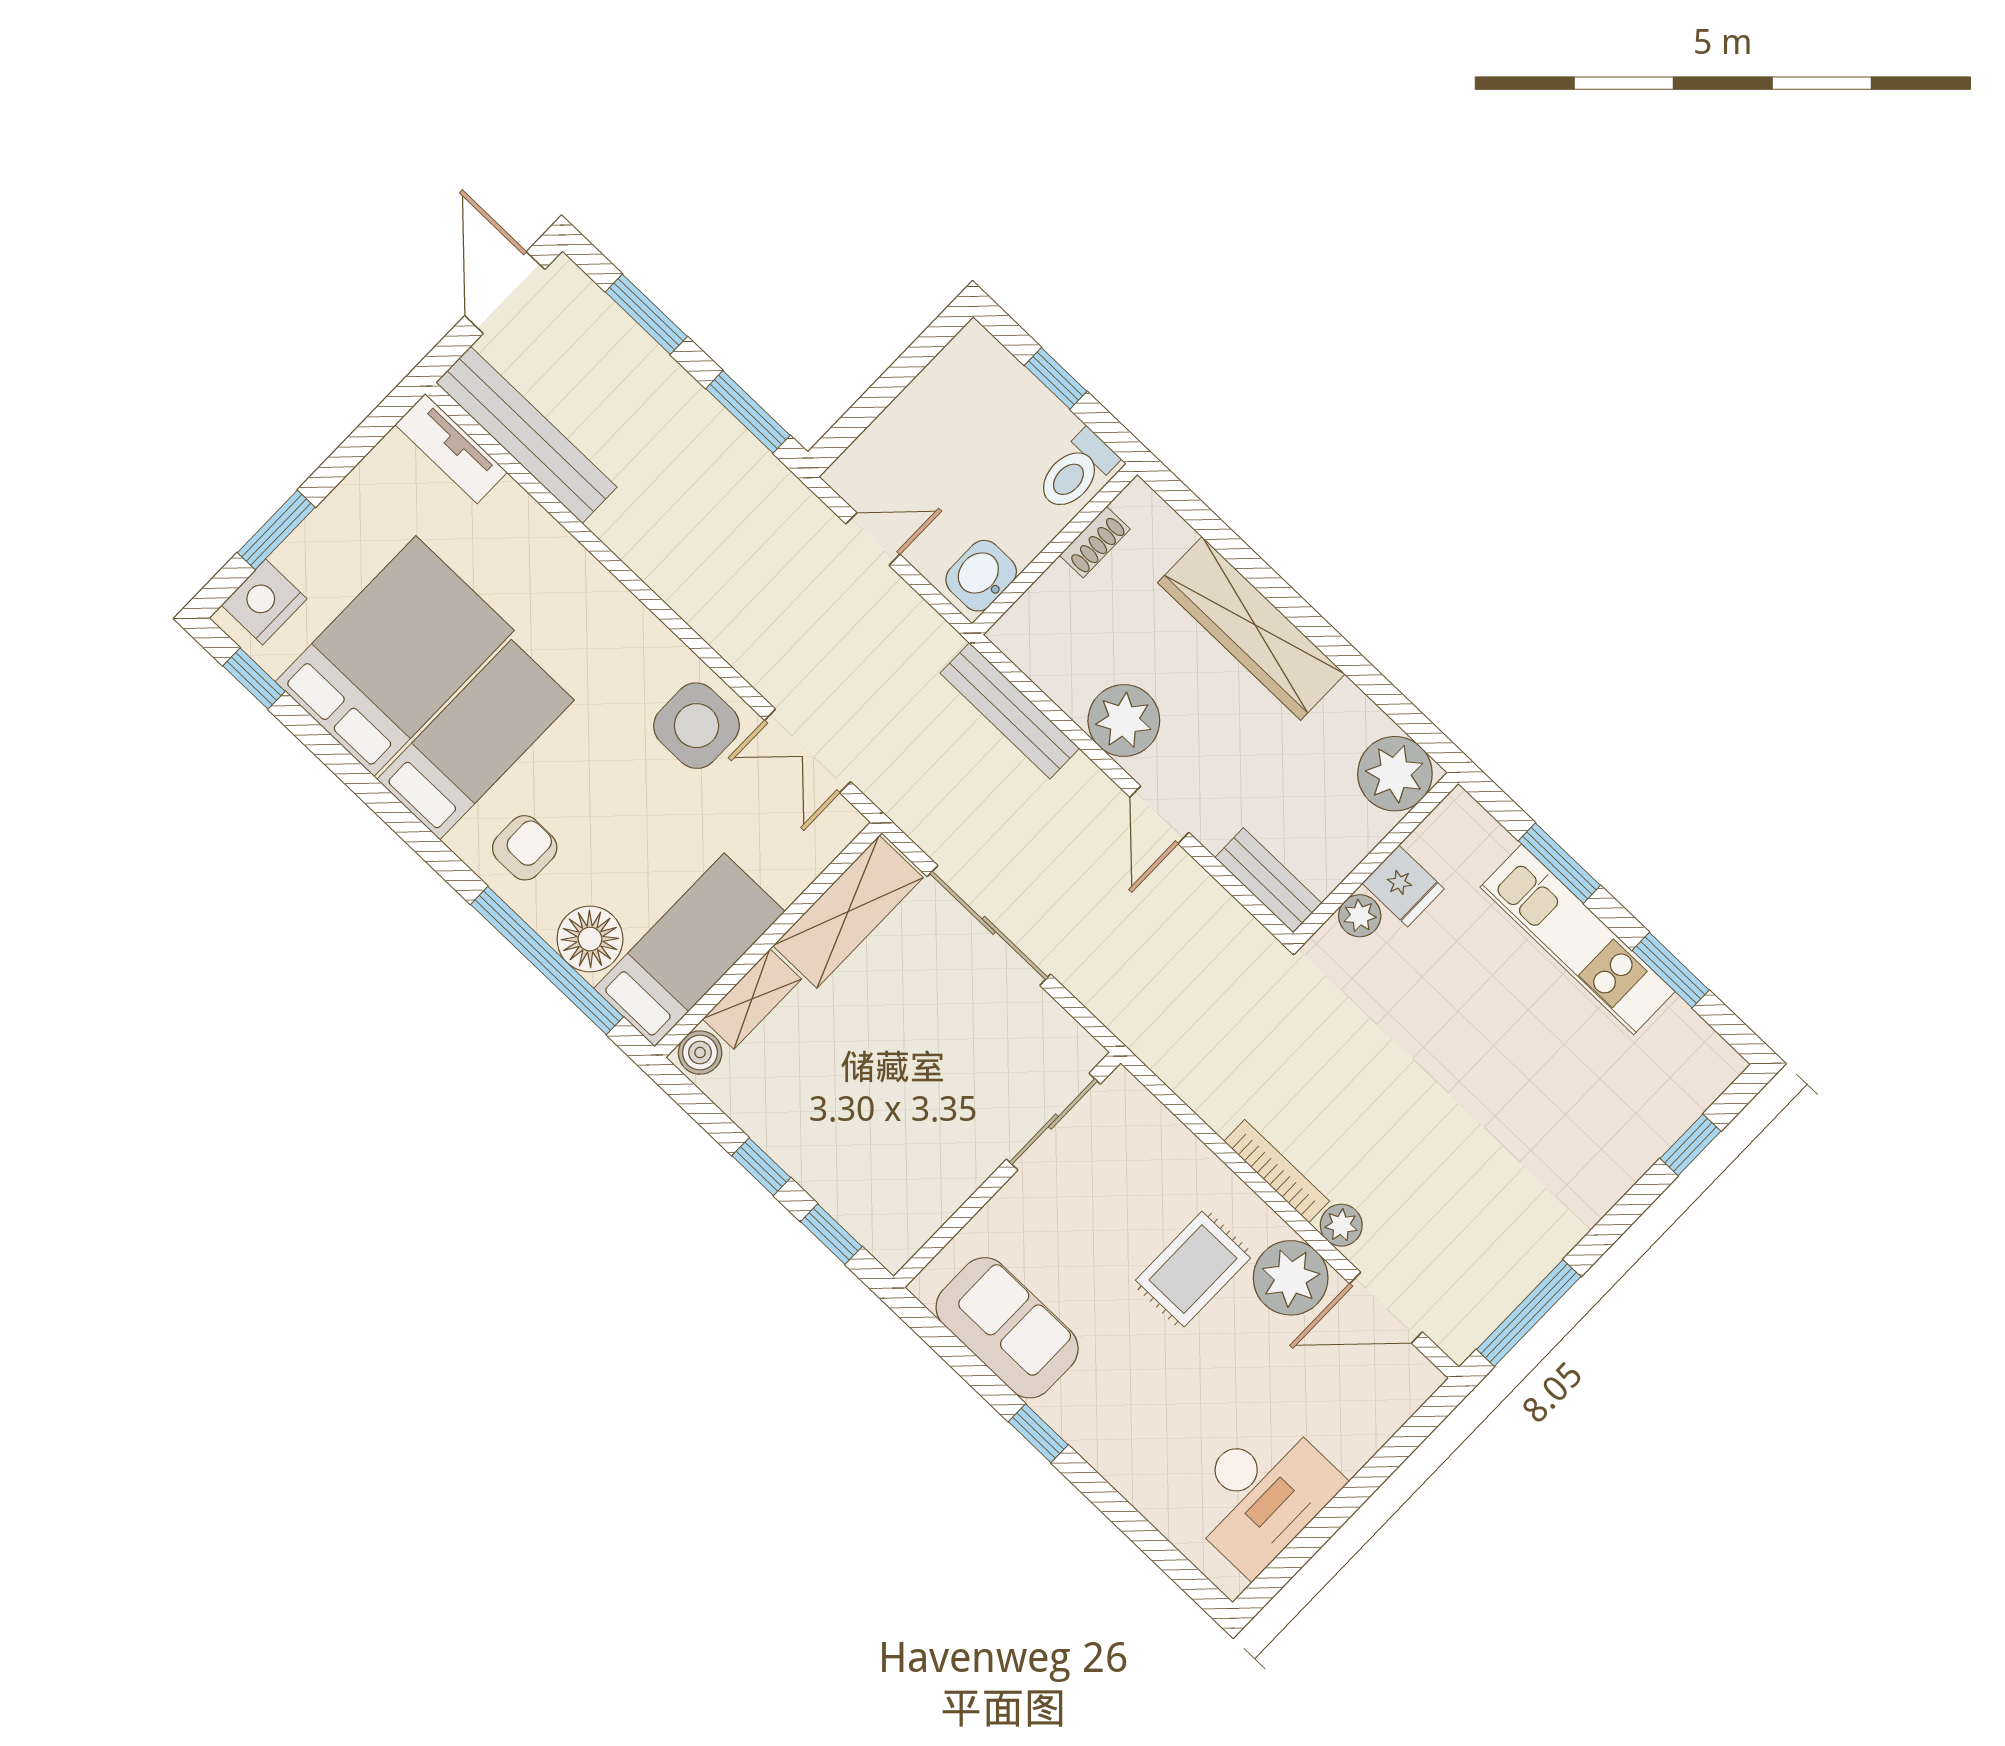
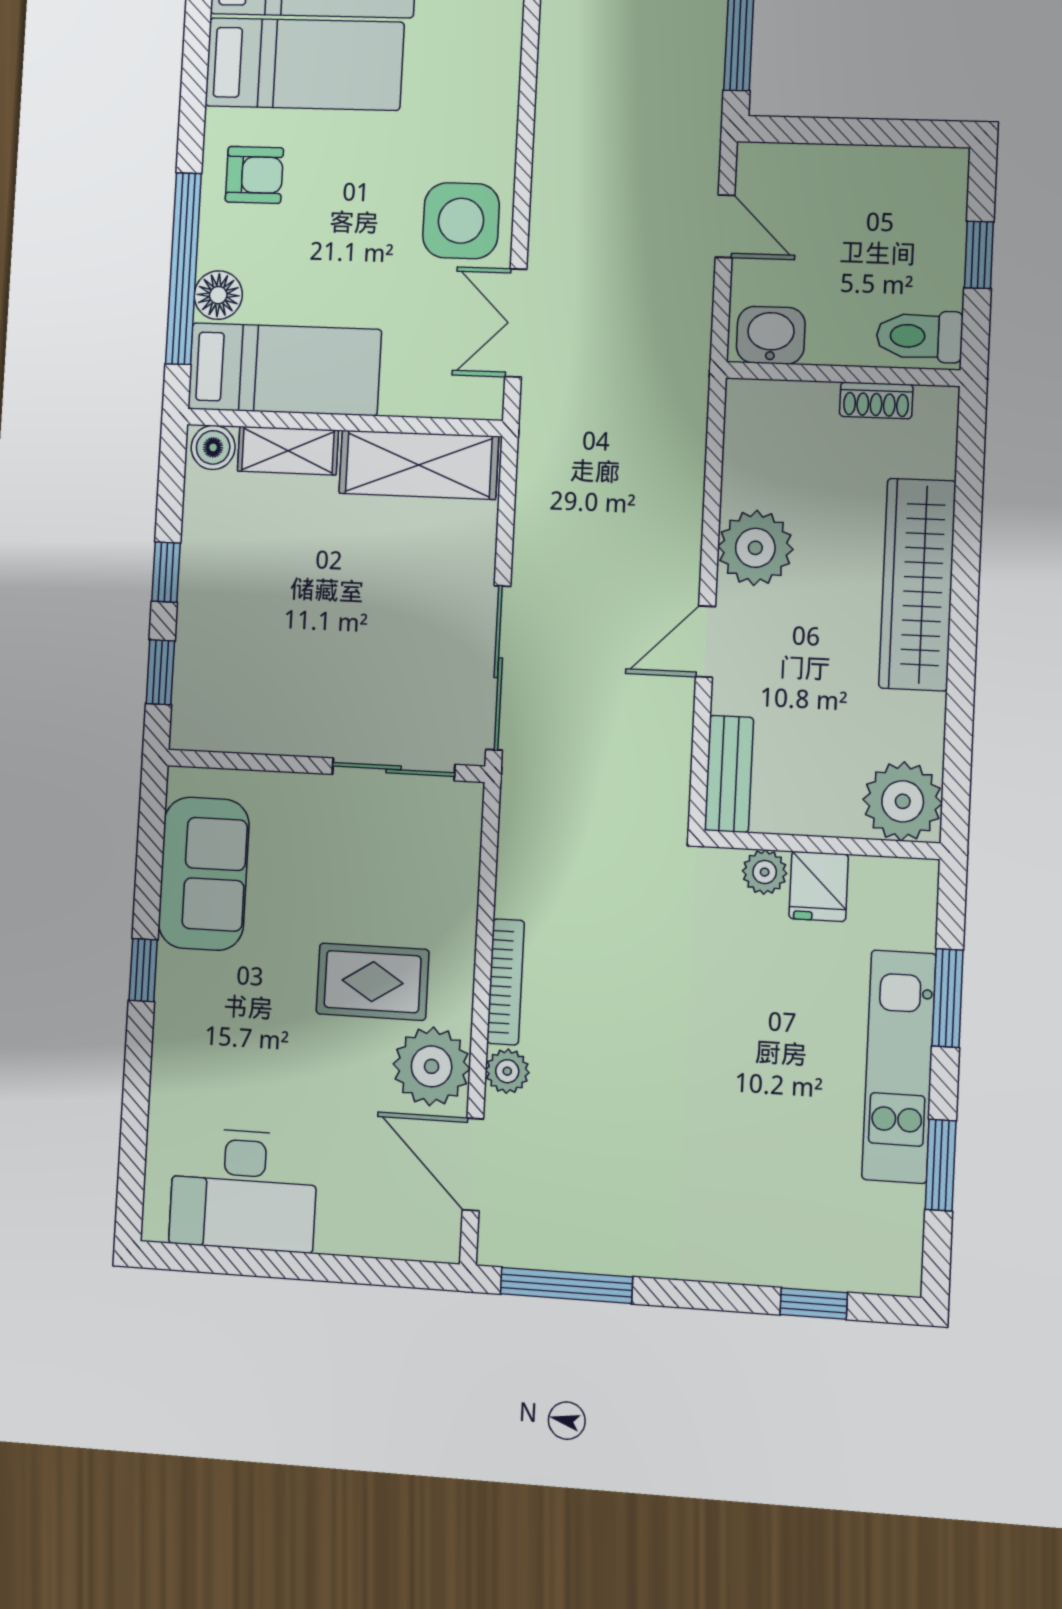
bench: (1010, 711) -> (684, 452), removed
sliding door: (989, 925) -> (498, 668), moved
floor lamp: (590, 939) -> (218, 295), width x0.73, depth x0.73

